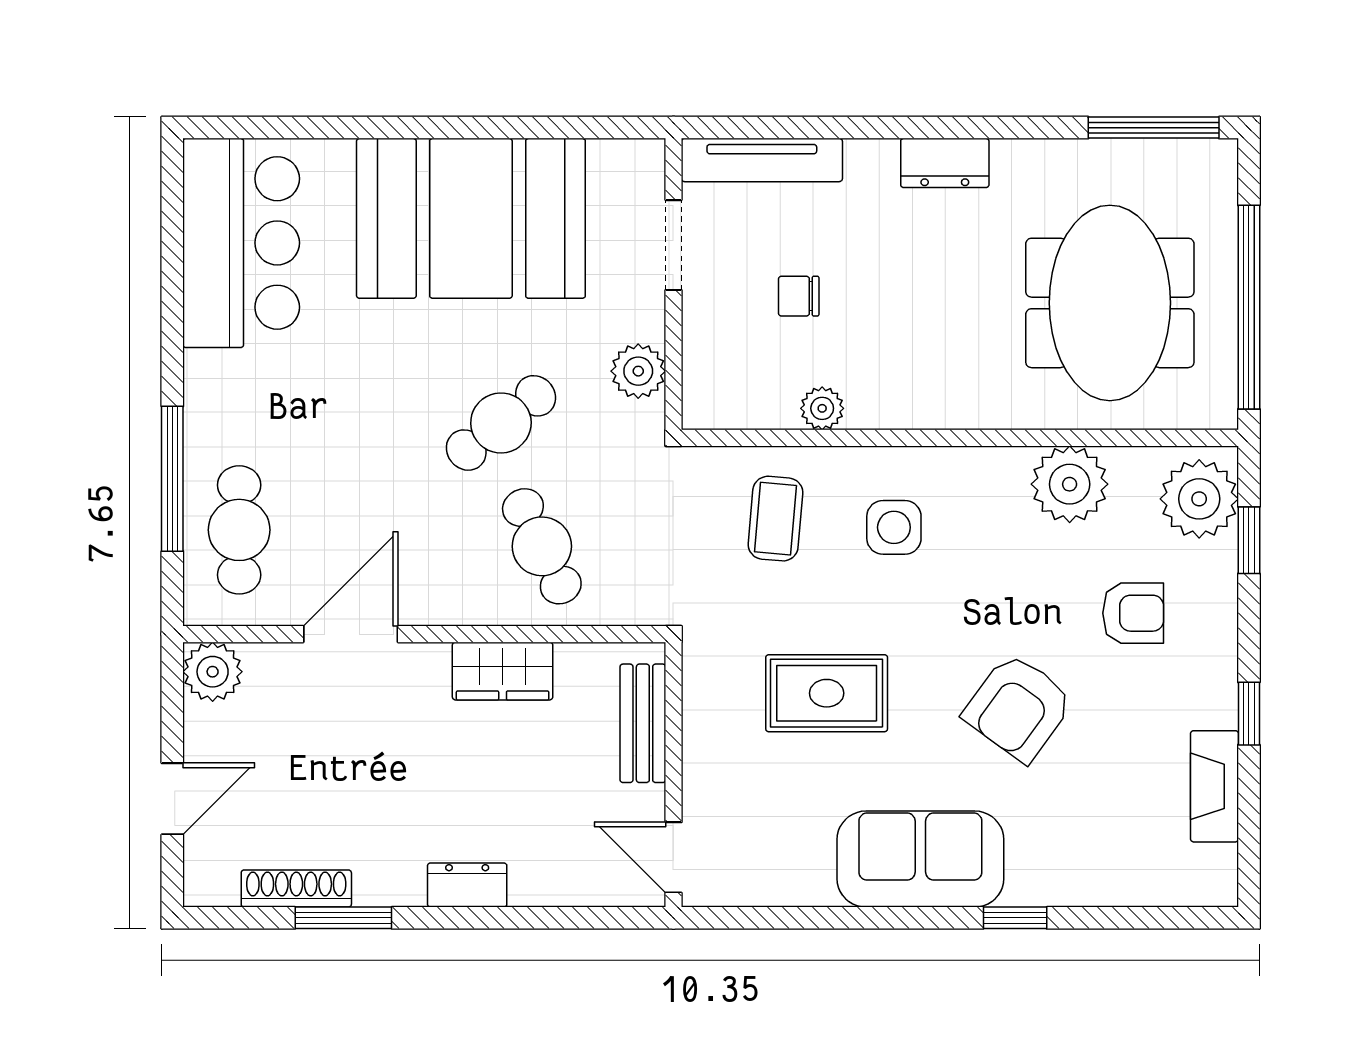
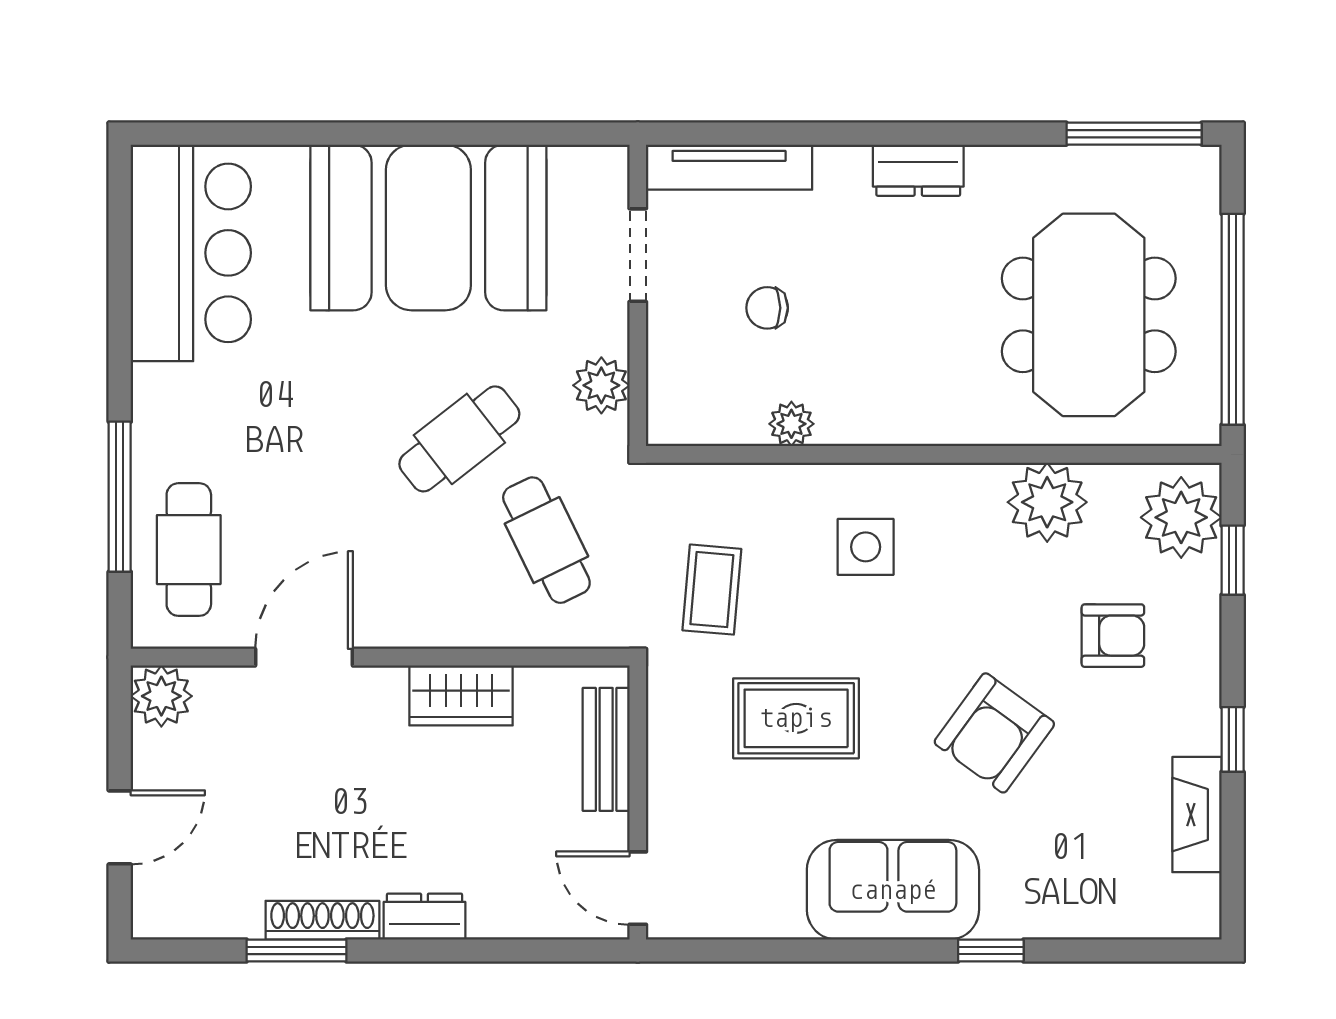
coffee table: (775, 519) -> (712, 590), moved
cafe table: (542, 546) -> (546, 540), moved
shoe rack: (296, 889) -> (322, 920), moved

